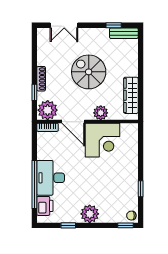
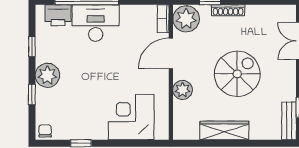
wardrobe: (131, 95) -> (224, 130), moved
corner desk: (102, 140) -> (131, 117), moved, turned 90
window: (125, 225) -> (32, 95), moved

